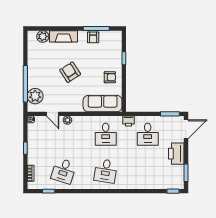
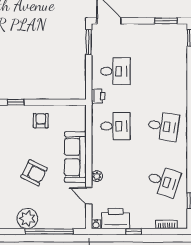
armchair: (70, 72) -> (34, 173), turned -120
plant: (35, 96) -> (27, 219), moved
sofa: (103, 104) -> (75, 157), moved
door: (53, 114) -> (89, 196), swing flipped
printer: (176, 154) -> (116, 219), moved, turned 180

